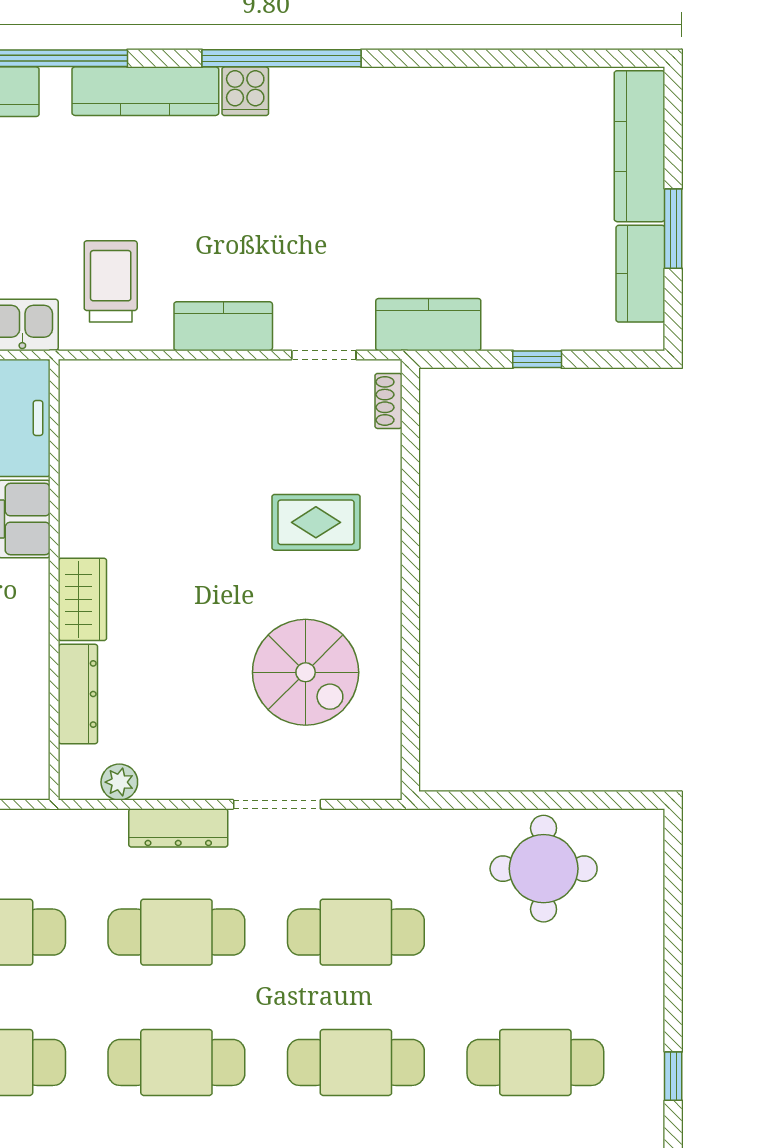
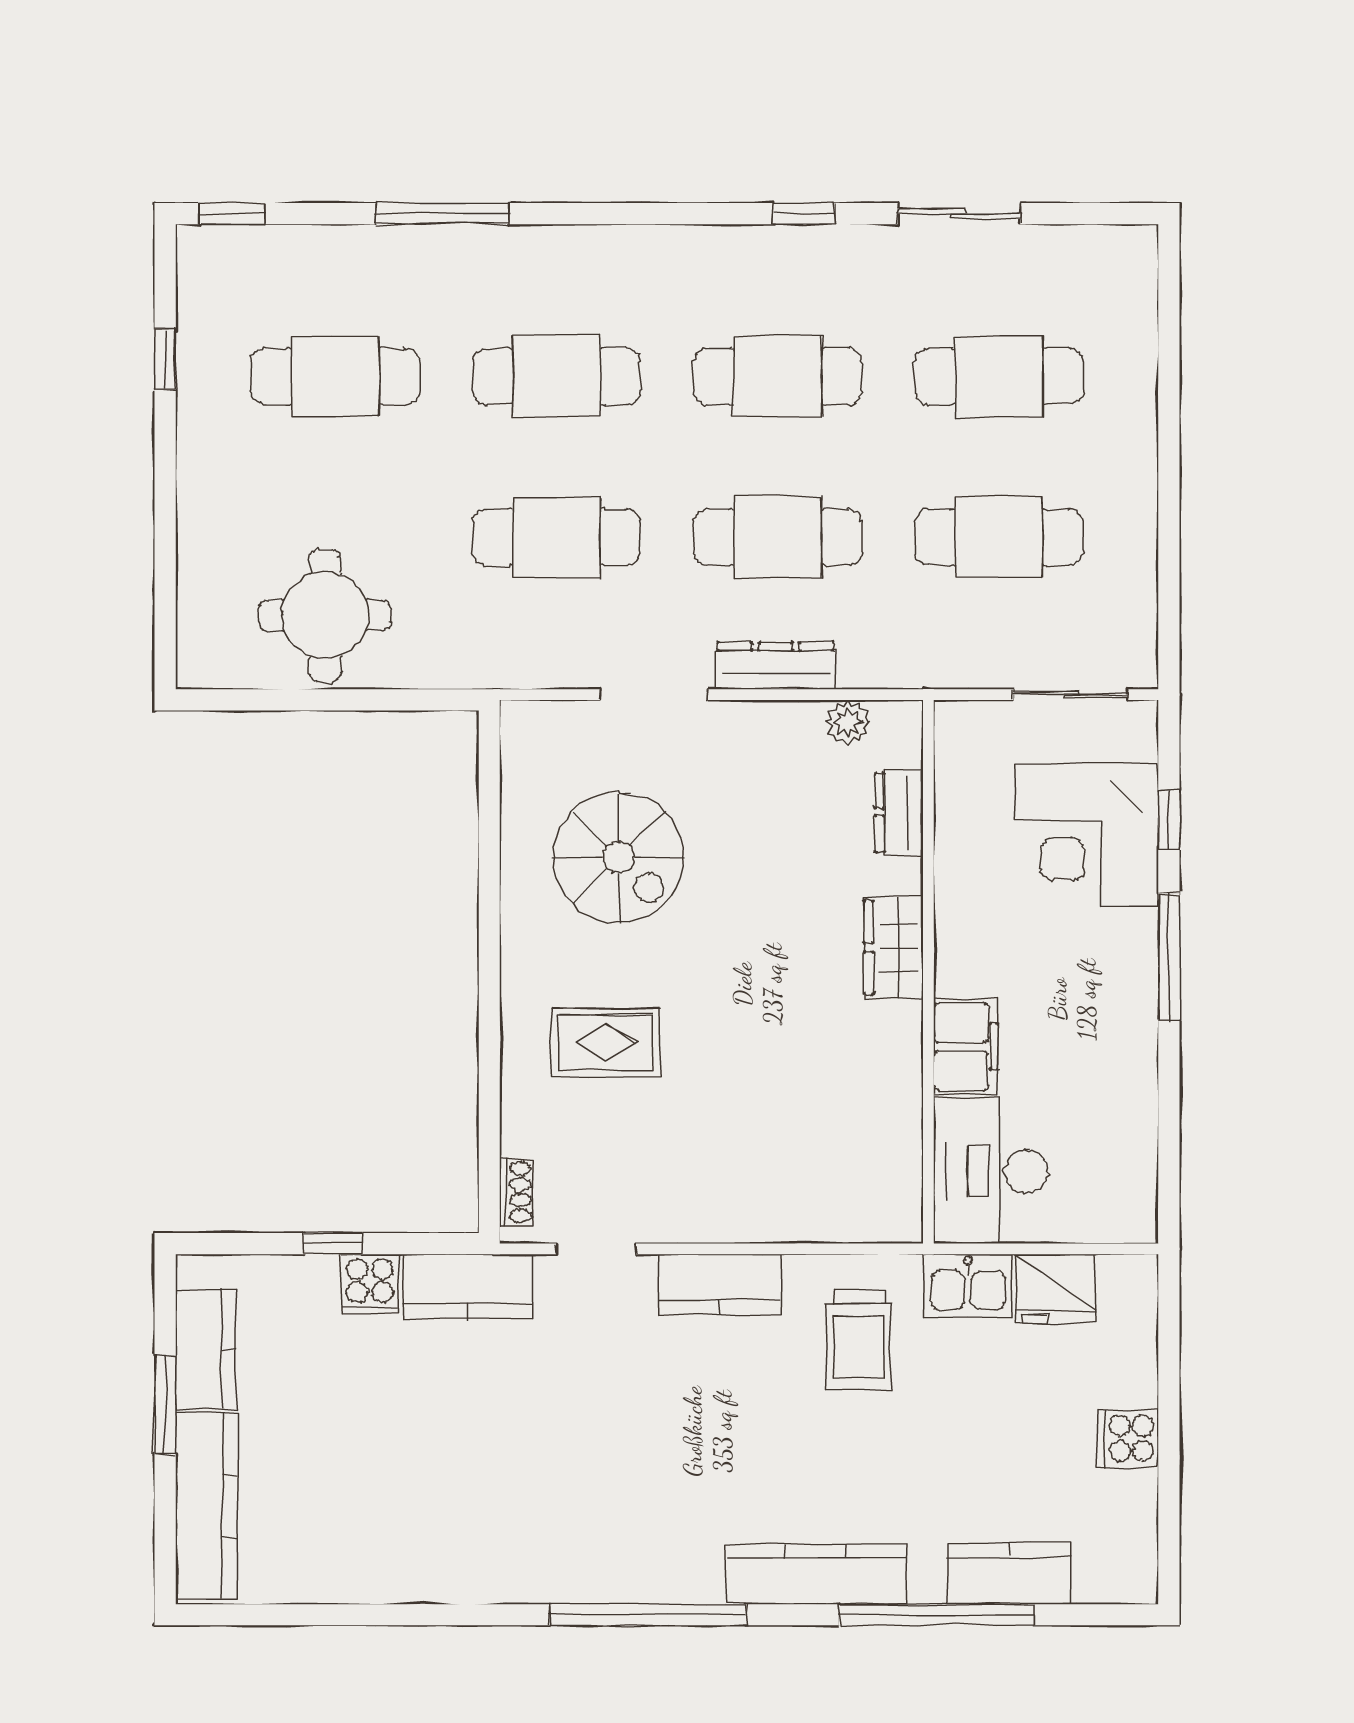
cooker: (245, 91) -> (370, 1284), moved, turned 180
spiral stairs: (306, 672) -> (619, 858), turned 180
dresser: (78, 694) -> (899, 812), width x0.70

